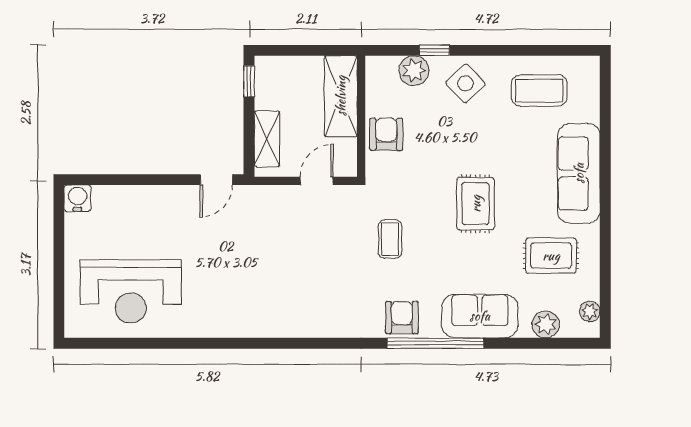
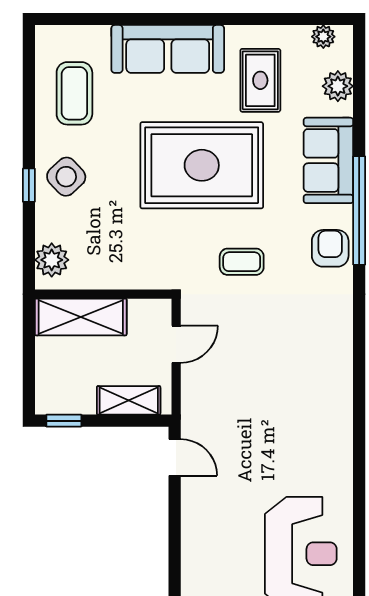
window: (434, 50) -> (29, 185), moved
plant: (414, 71) -> (52, 260), moved
armchair: (386, 134) -> (124, 266), removed
door: (317, 181) -> (176, 344), swing flipped
rug: (476, 204) -> (202, 165), width x1.86, depth x2.06
armchair: (402, 318) -> (330, 248), turned 90

